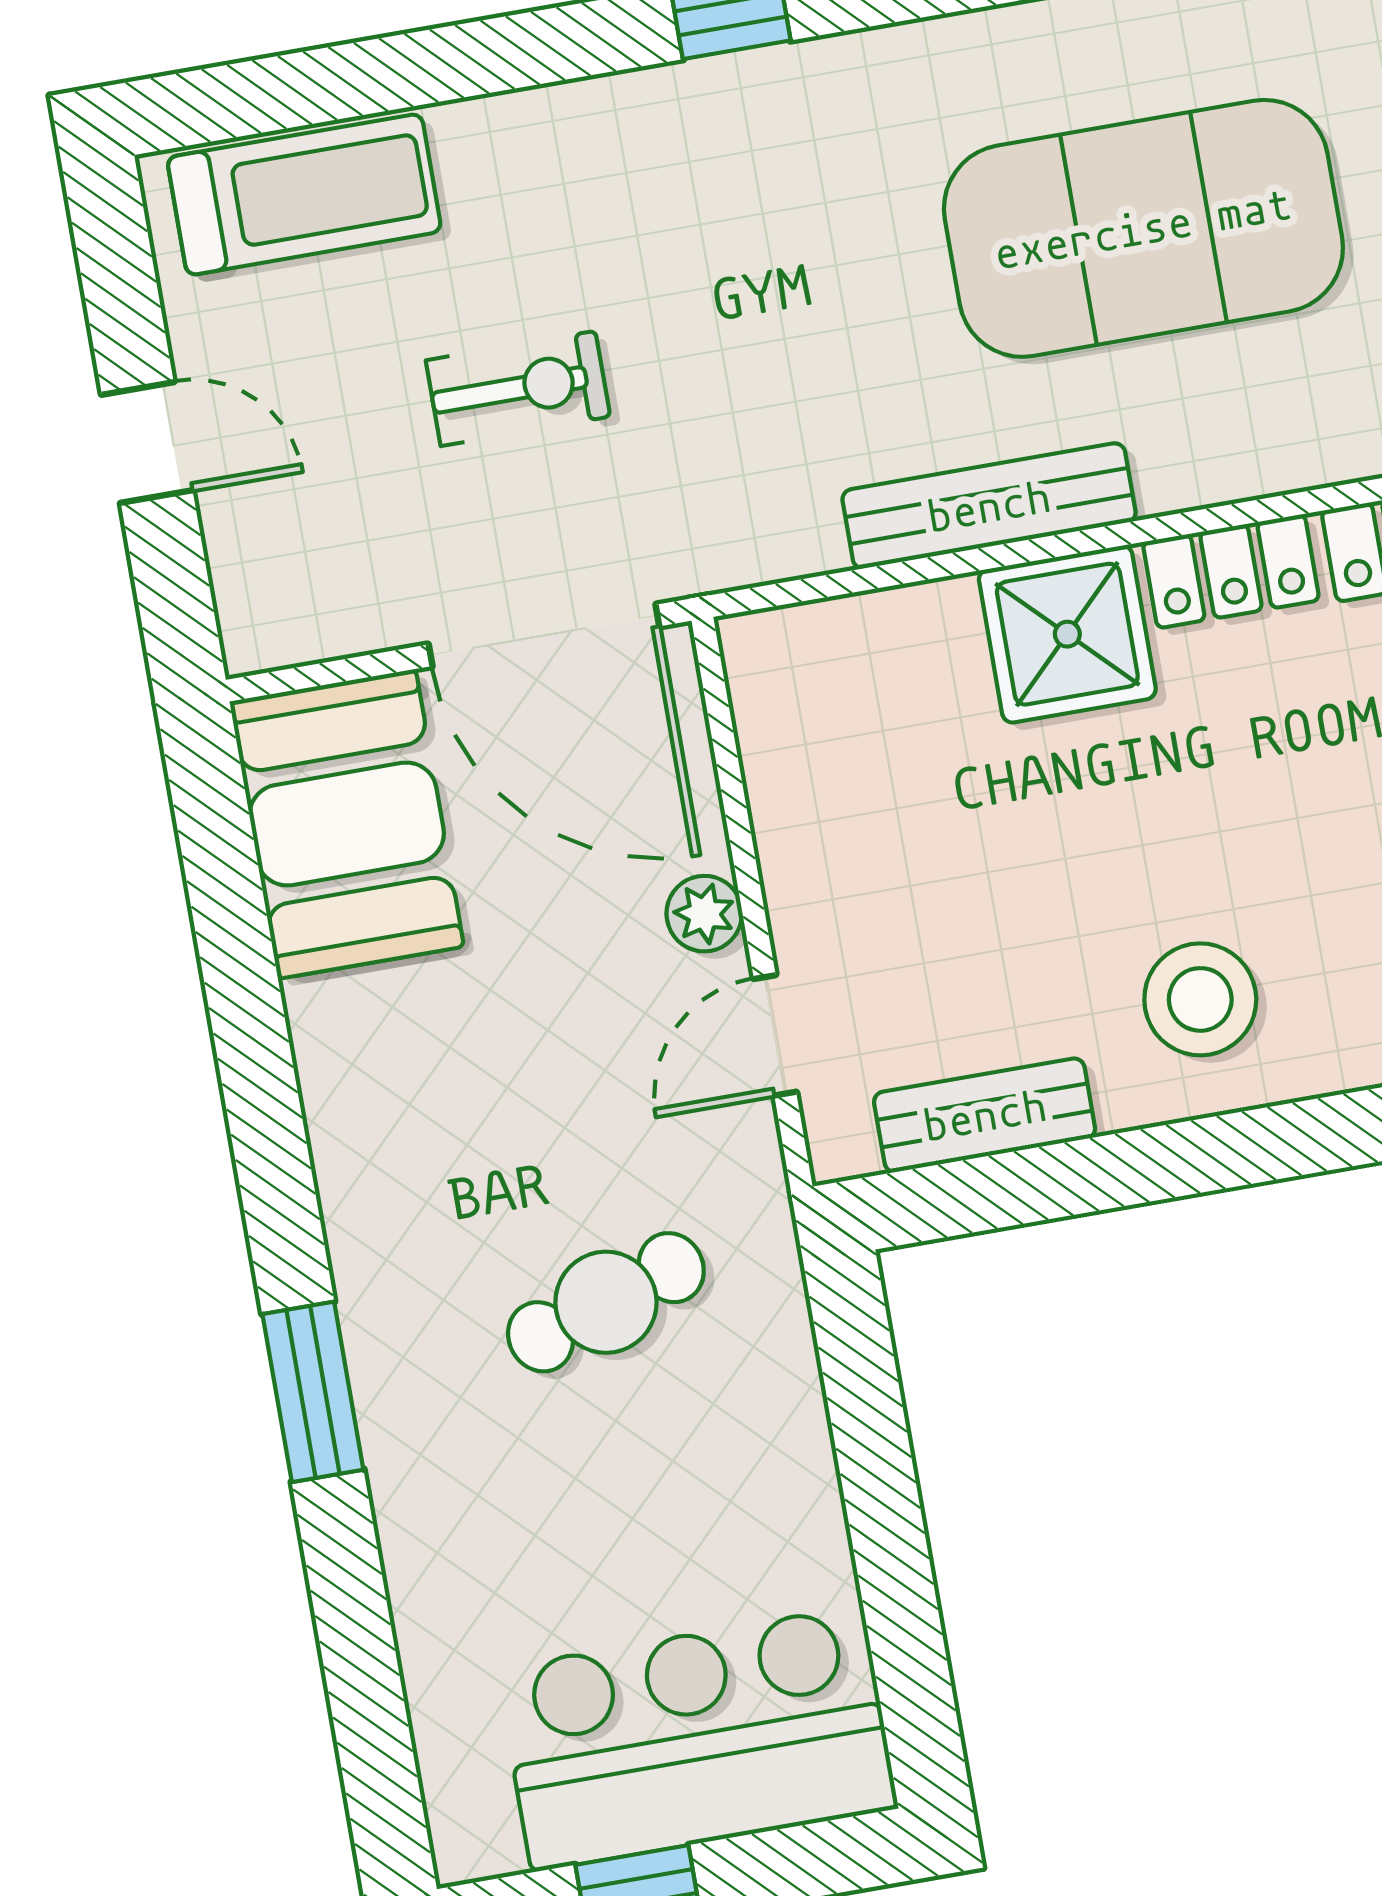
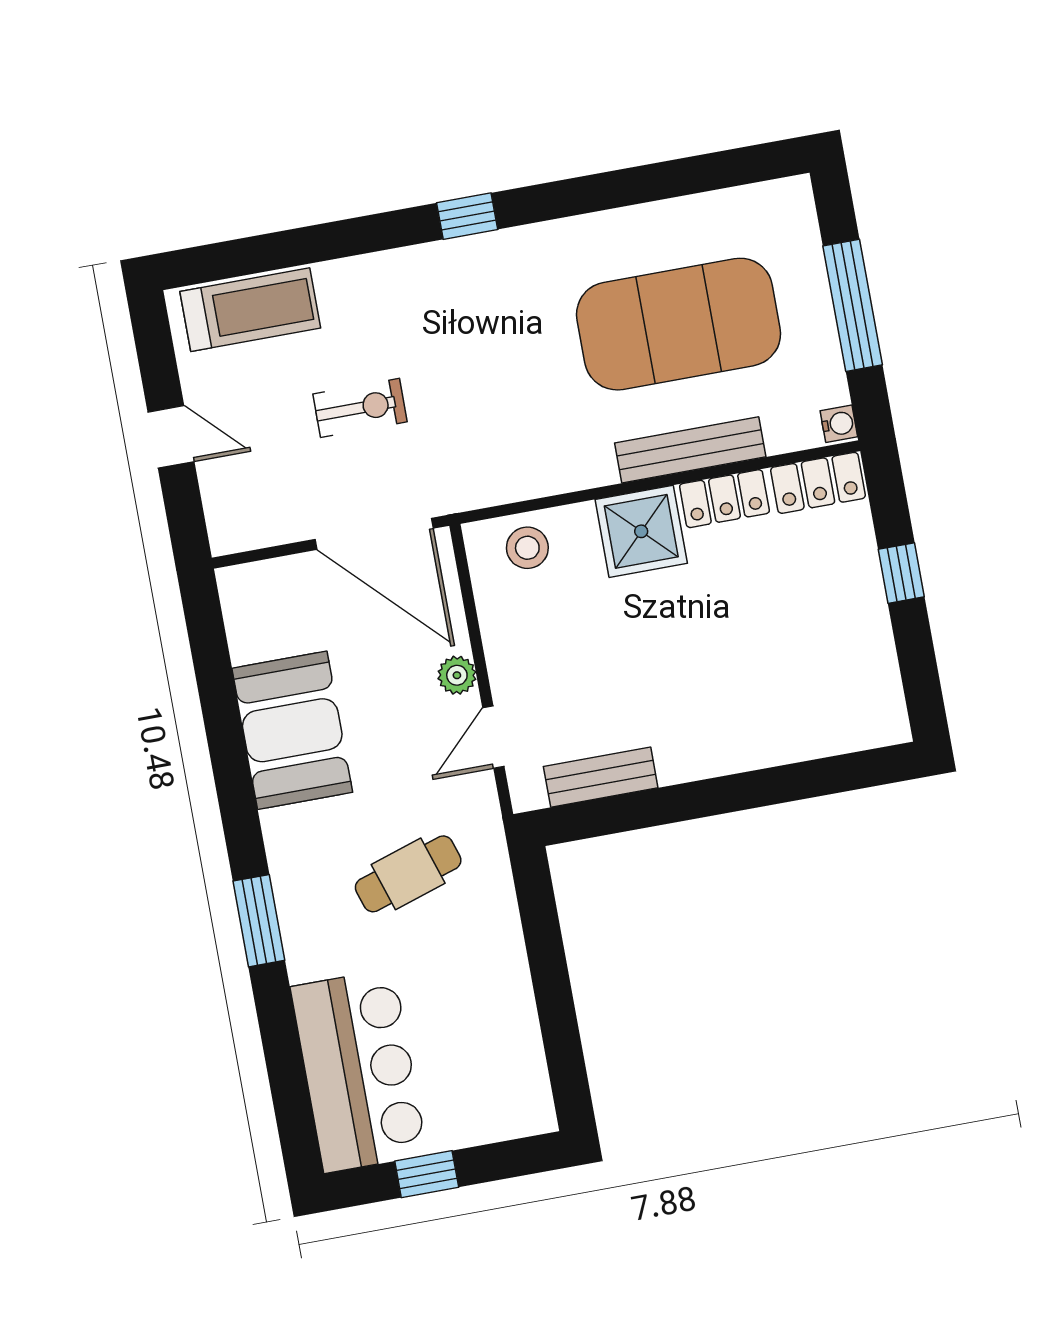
bench: (989, 506) -> (690, 450), moved
booth: (347, 824) -> (292, 730), moved
stool: (1200, 999) -> (527, 548), moved, width x0.73, depth x0.73
bar counter: (697, 1738) -> (359, 1071), moved, turned 90

